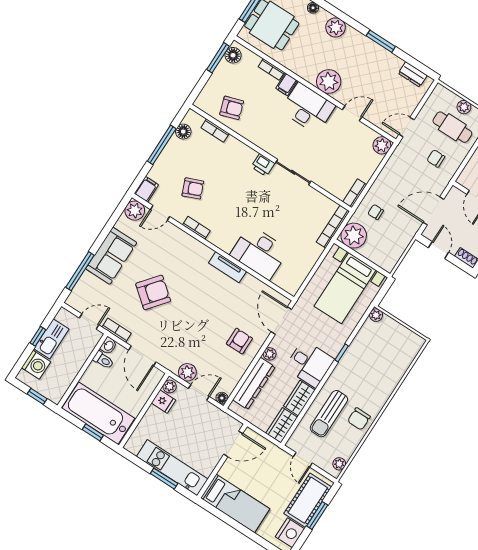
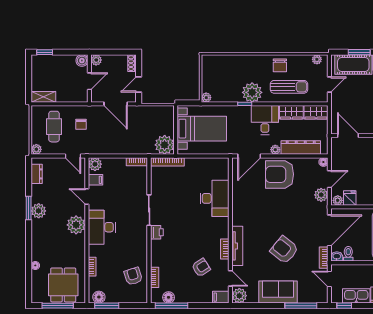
plant: (336, 27) -> (39, 211), moved
filing cabinet: (287, 84) -> (95, 180), moved
plant: (464, 107) -> (36, 149), moved
window: (162, 145) -> (171, 306), moved
armchair: (193, 188) -> (201, 268), turned 79
chair: (376, 212) -> (140, 141), removed
tv unit: (227, 267) -> (237, 246), moved, width x1.41
window: (38, 336) -> (344, 306), moved
armchair: (239, 341) -> (280, 174), width x1.88, depth x1.88
door: (142, 356) -> (329, 230), width x1.36
plant: (349, 369) -> (252, 92), added
door: (199, 393) -> (329, 179), swing flipped
chair: (359, 419) -> (280, 65), turned 90

